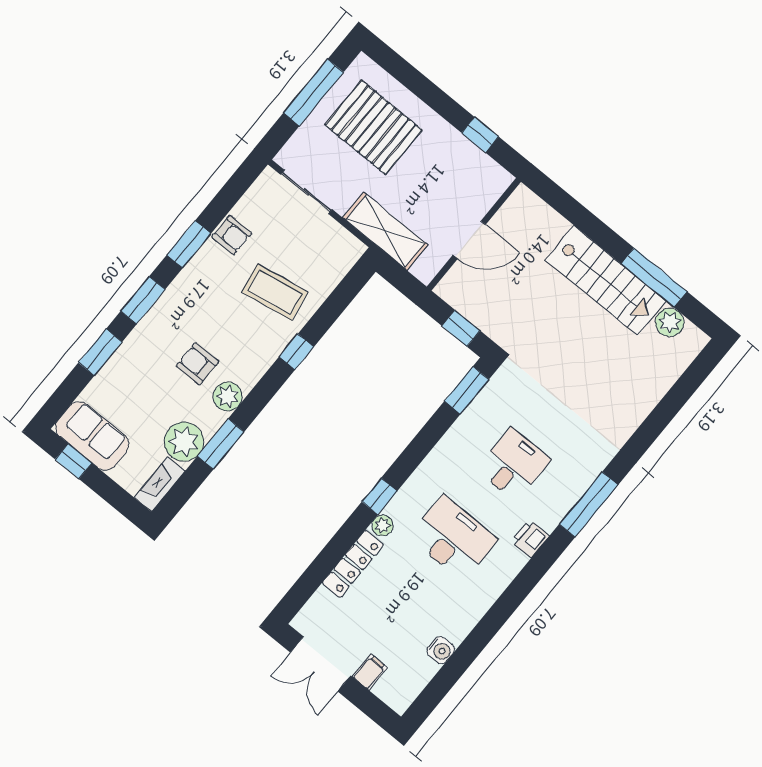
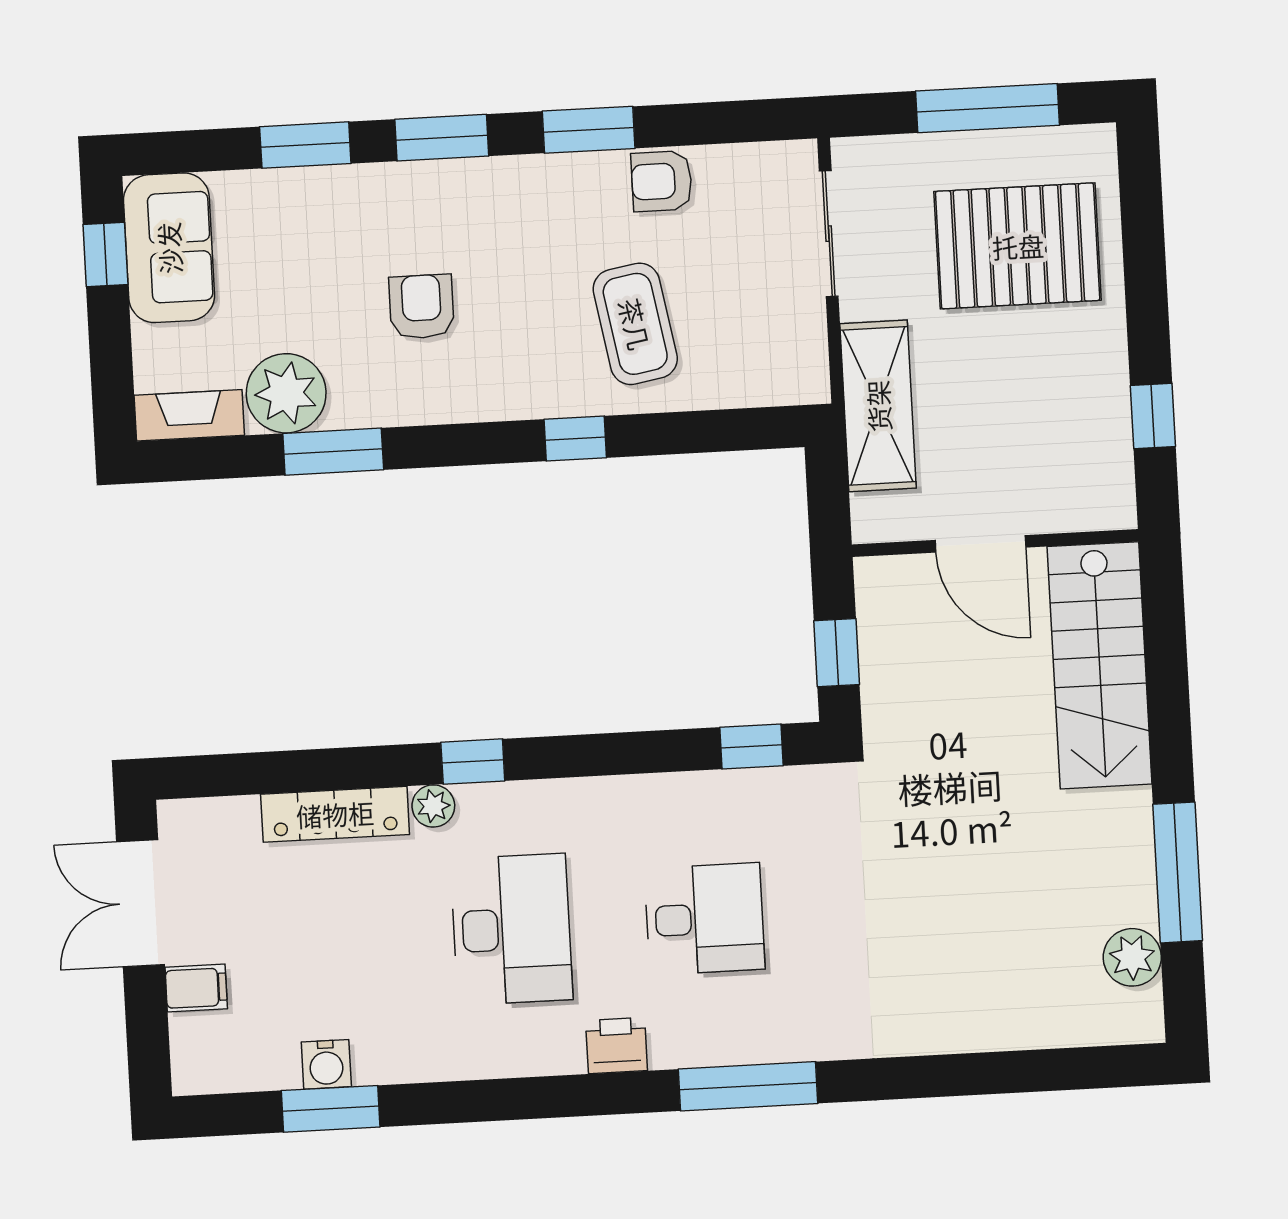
pallet: (374, 127) -> (1018, 246), turned 90
armchair: (232, 235) -> (662, 181), turned 90
stairs: (606, 280) -> (1099, 665), moved
window: (467, 390) -> (751, 746), width x0.67
plant: (228, 396) -> (414, 397), removed
window: (458, 663) -> (331, 1109), added

